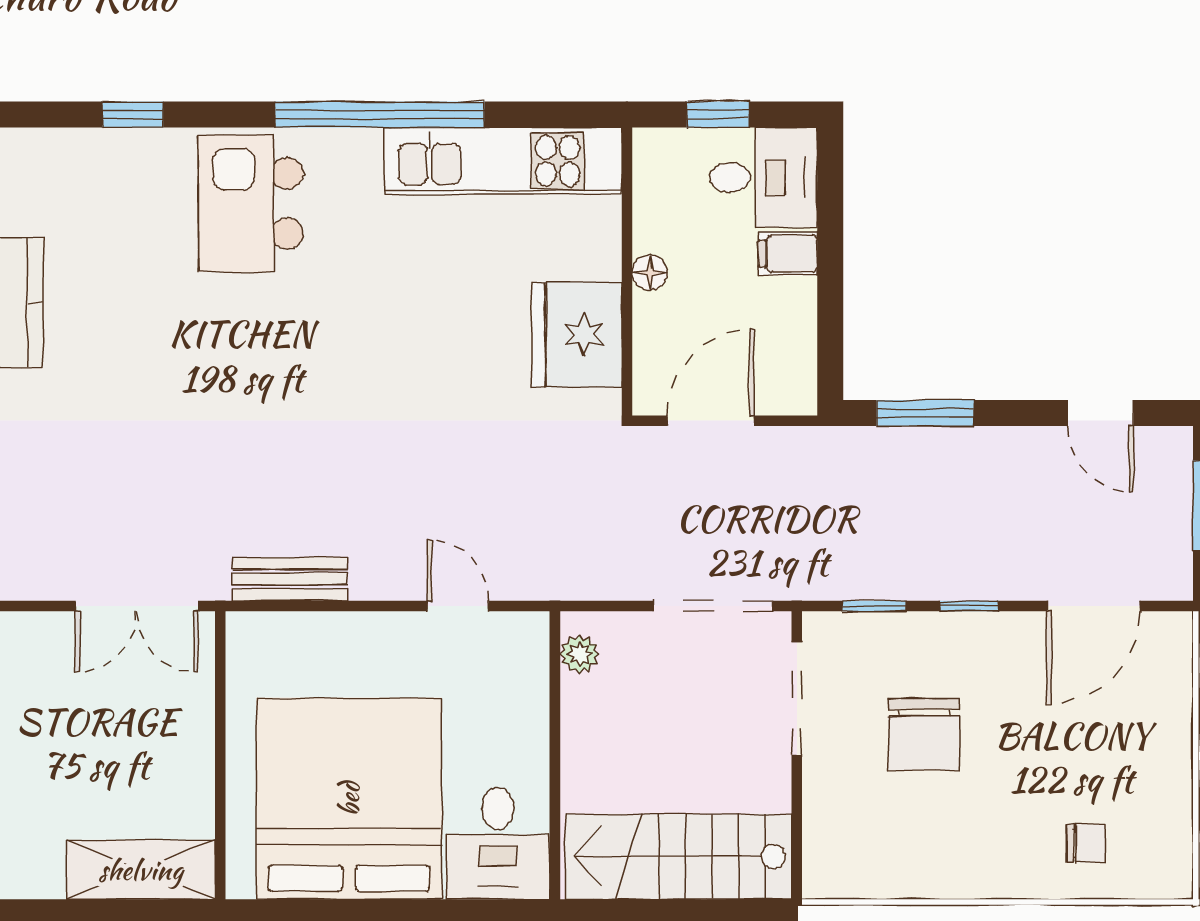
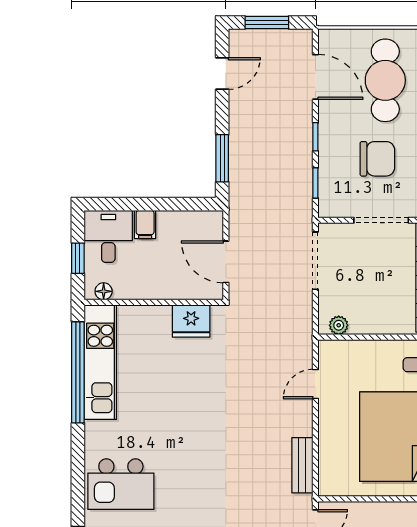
window: (380, 114) -> (78, 372), moved
floor lamp: (650, 272) -> (104, 291), moved
fridge: (577, 335) -> (191, 321), width x0.73, depth x0.75
doorway: (797, 699) -> (381, 220), moved
cafe table: (1086, 751) -> (385, 80), added

